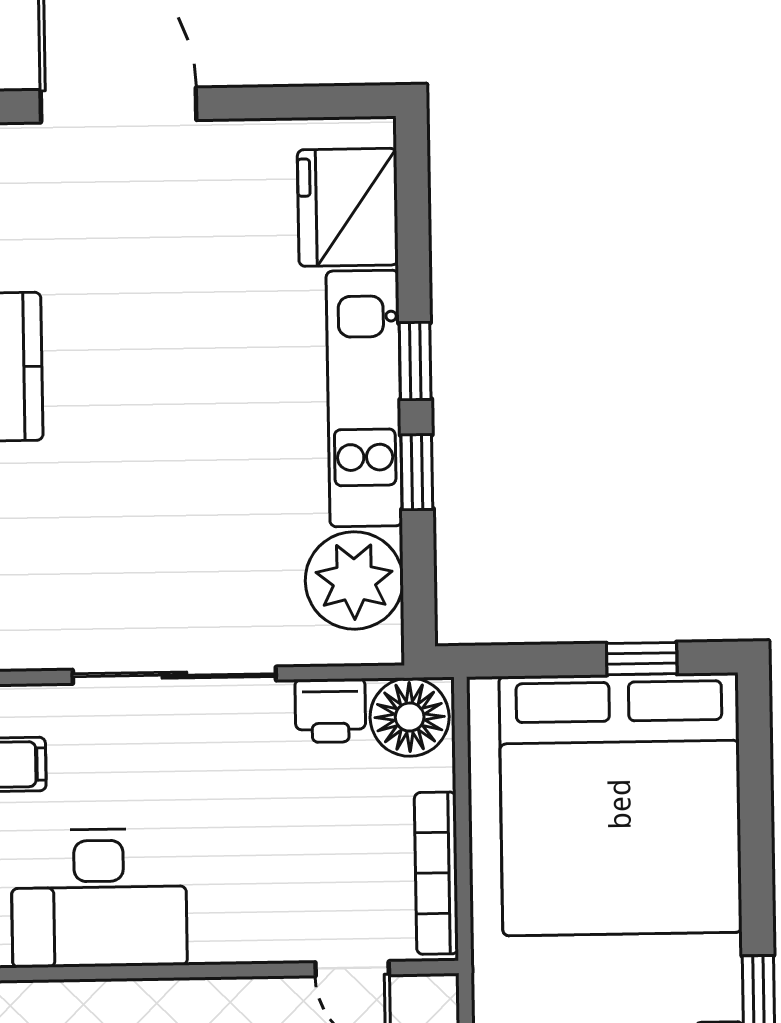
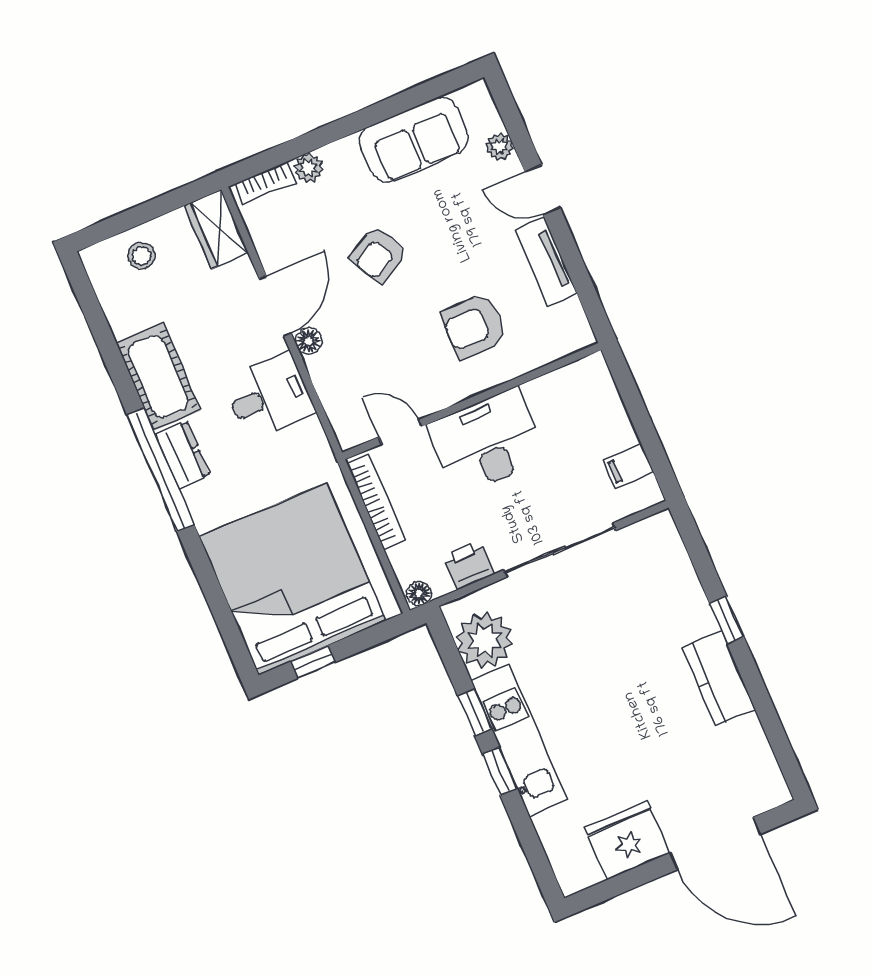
fridge: (348, 207) -> (627, 840), moved, turned -90
floor lamp: (410, 717) -> (419, 593), width x0.53, depth x0.53
desk: (99, 898) -> (487, 442), moved

